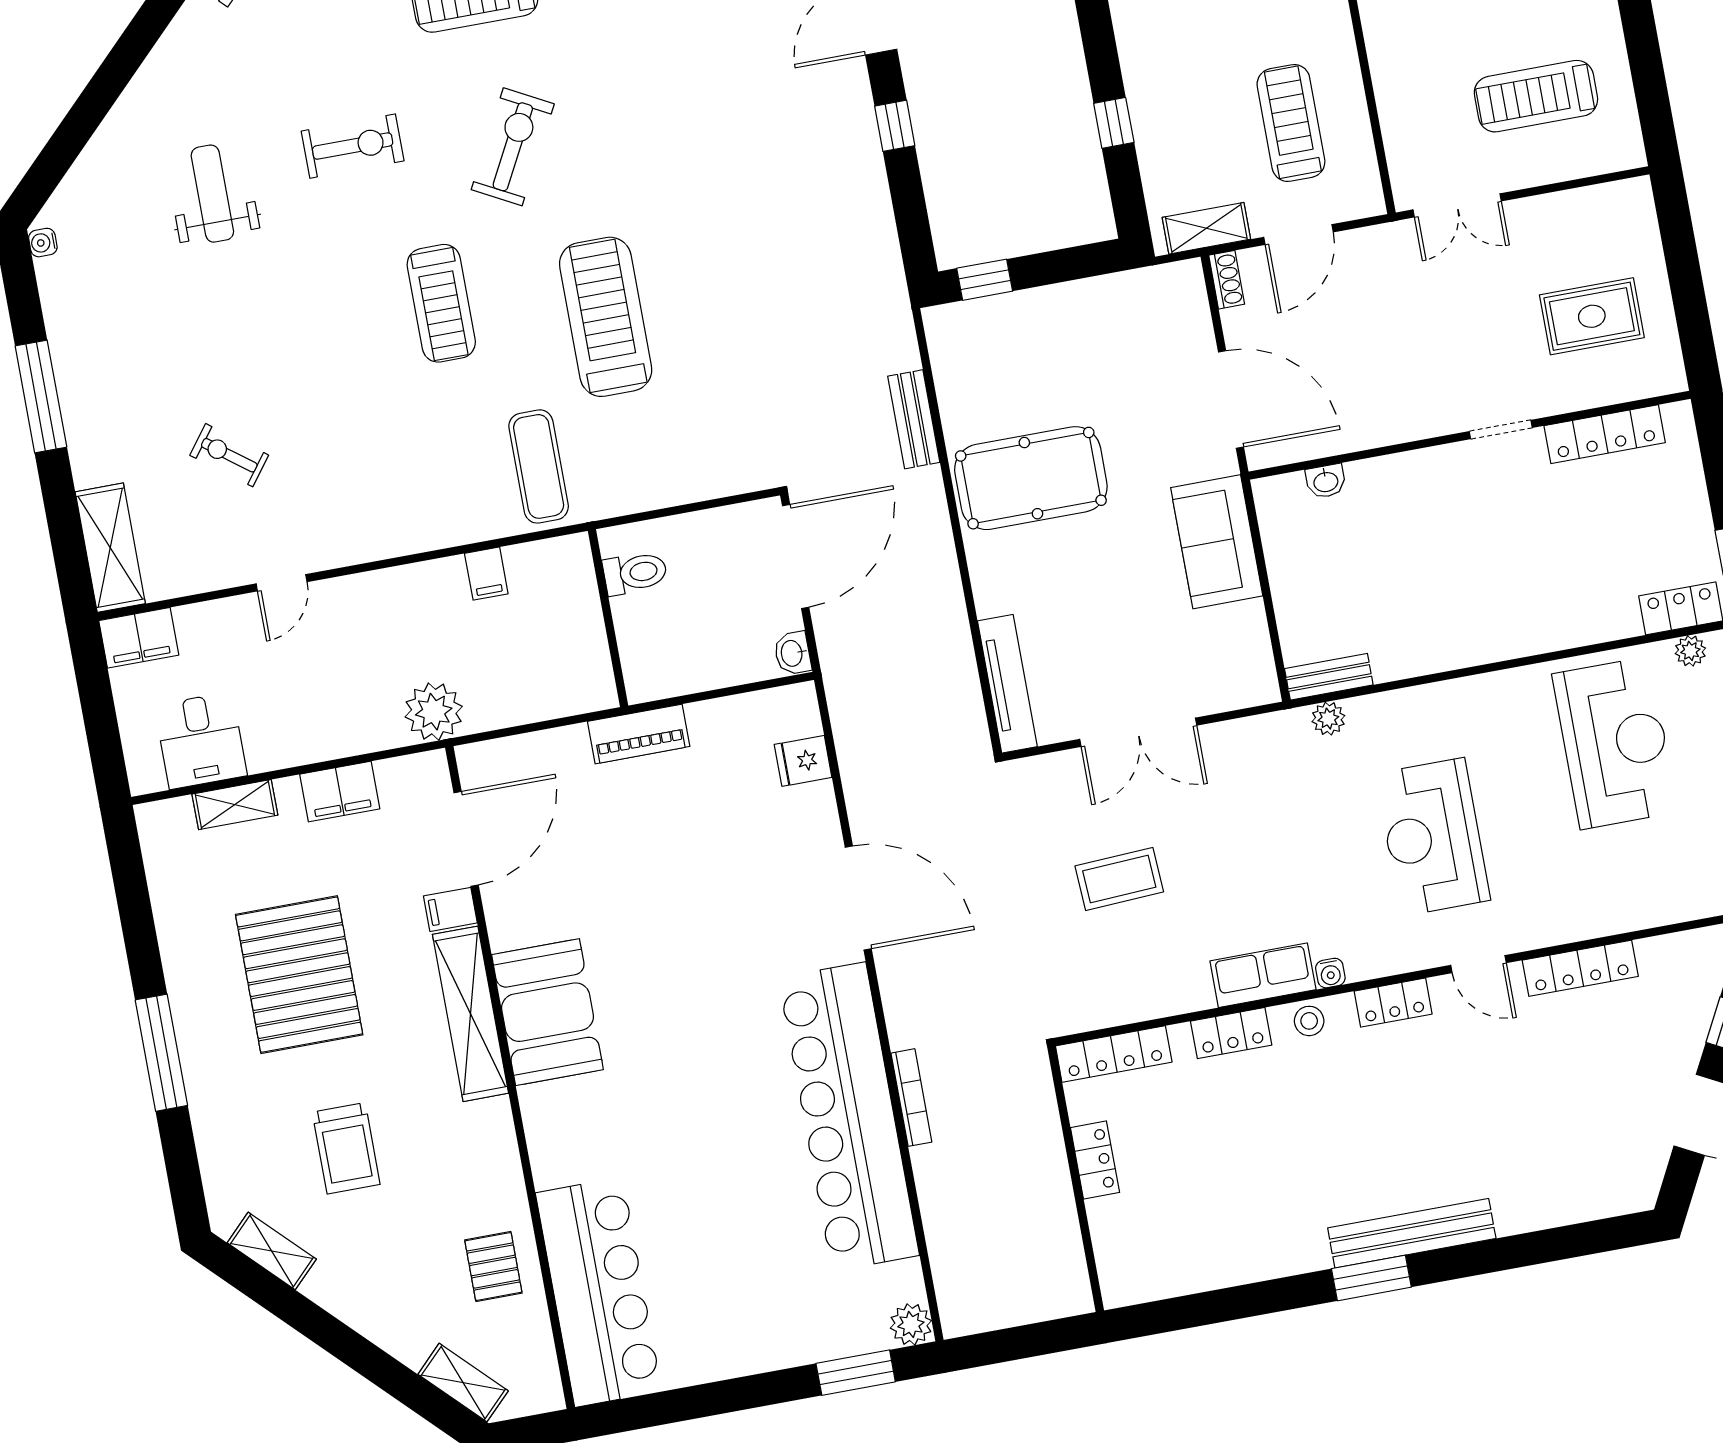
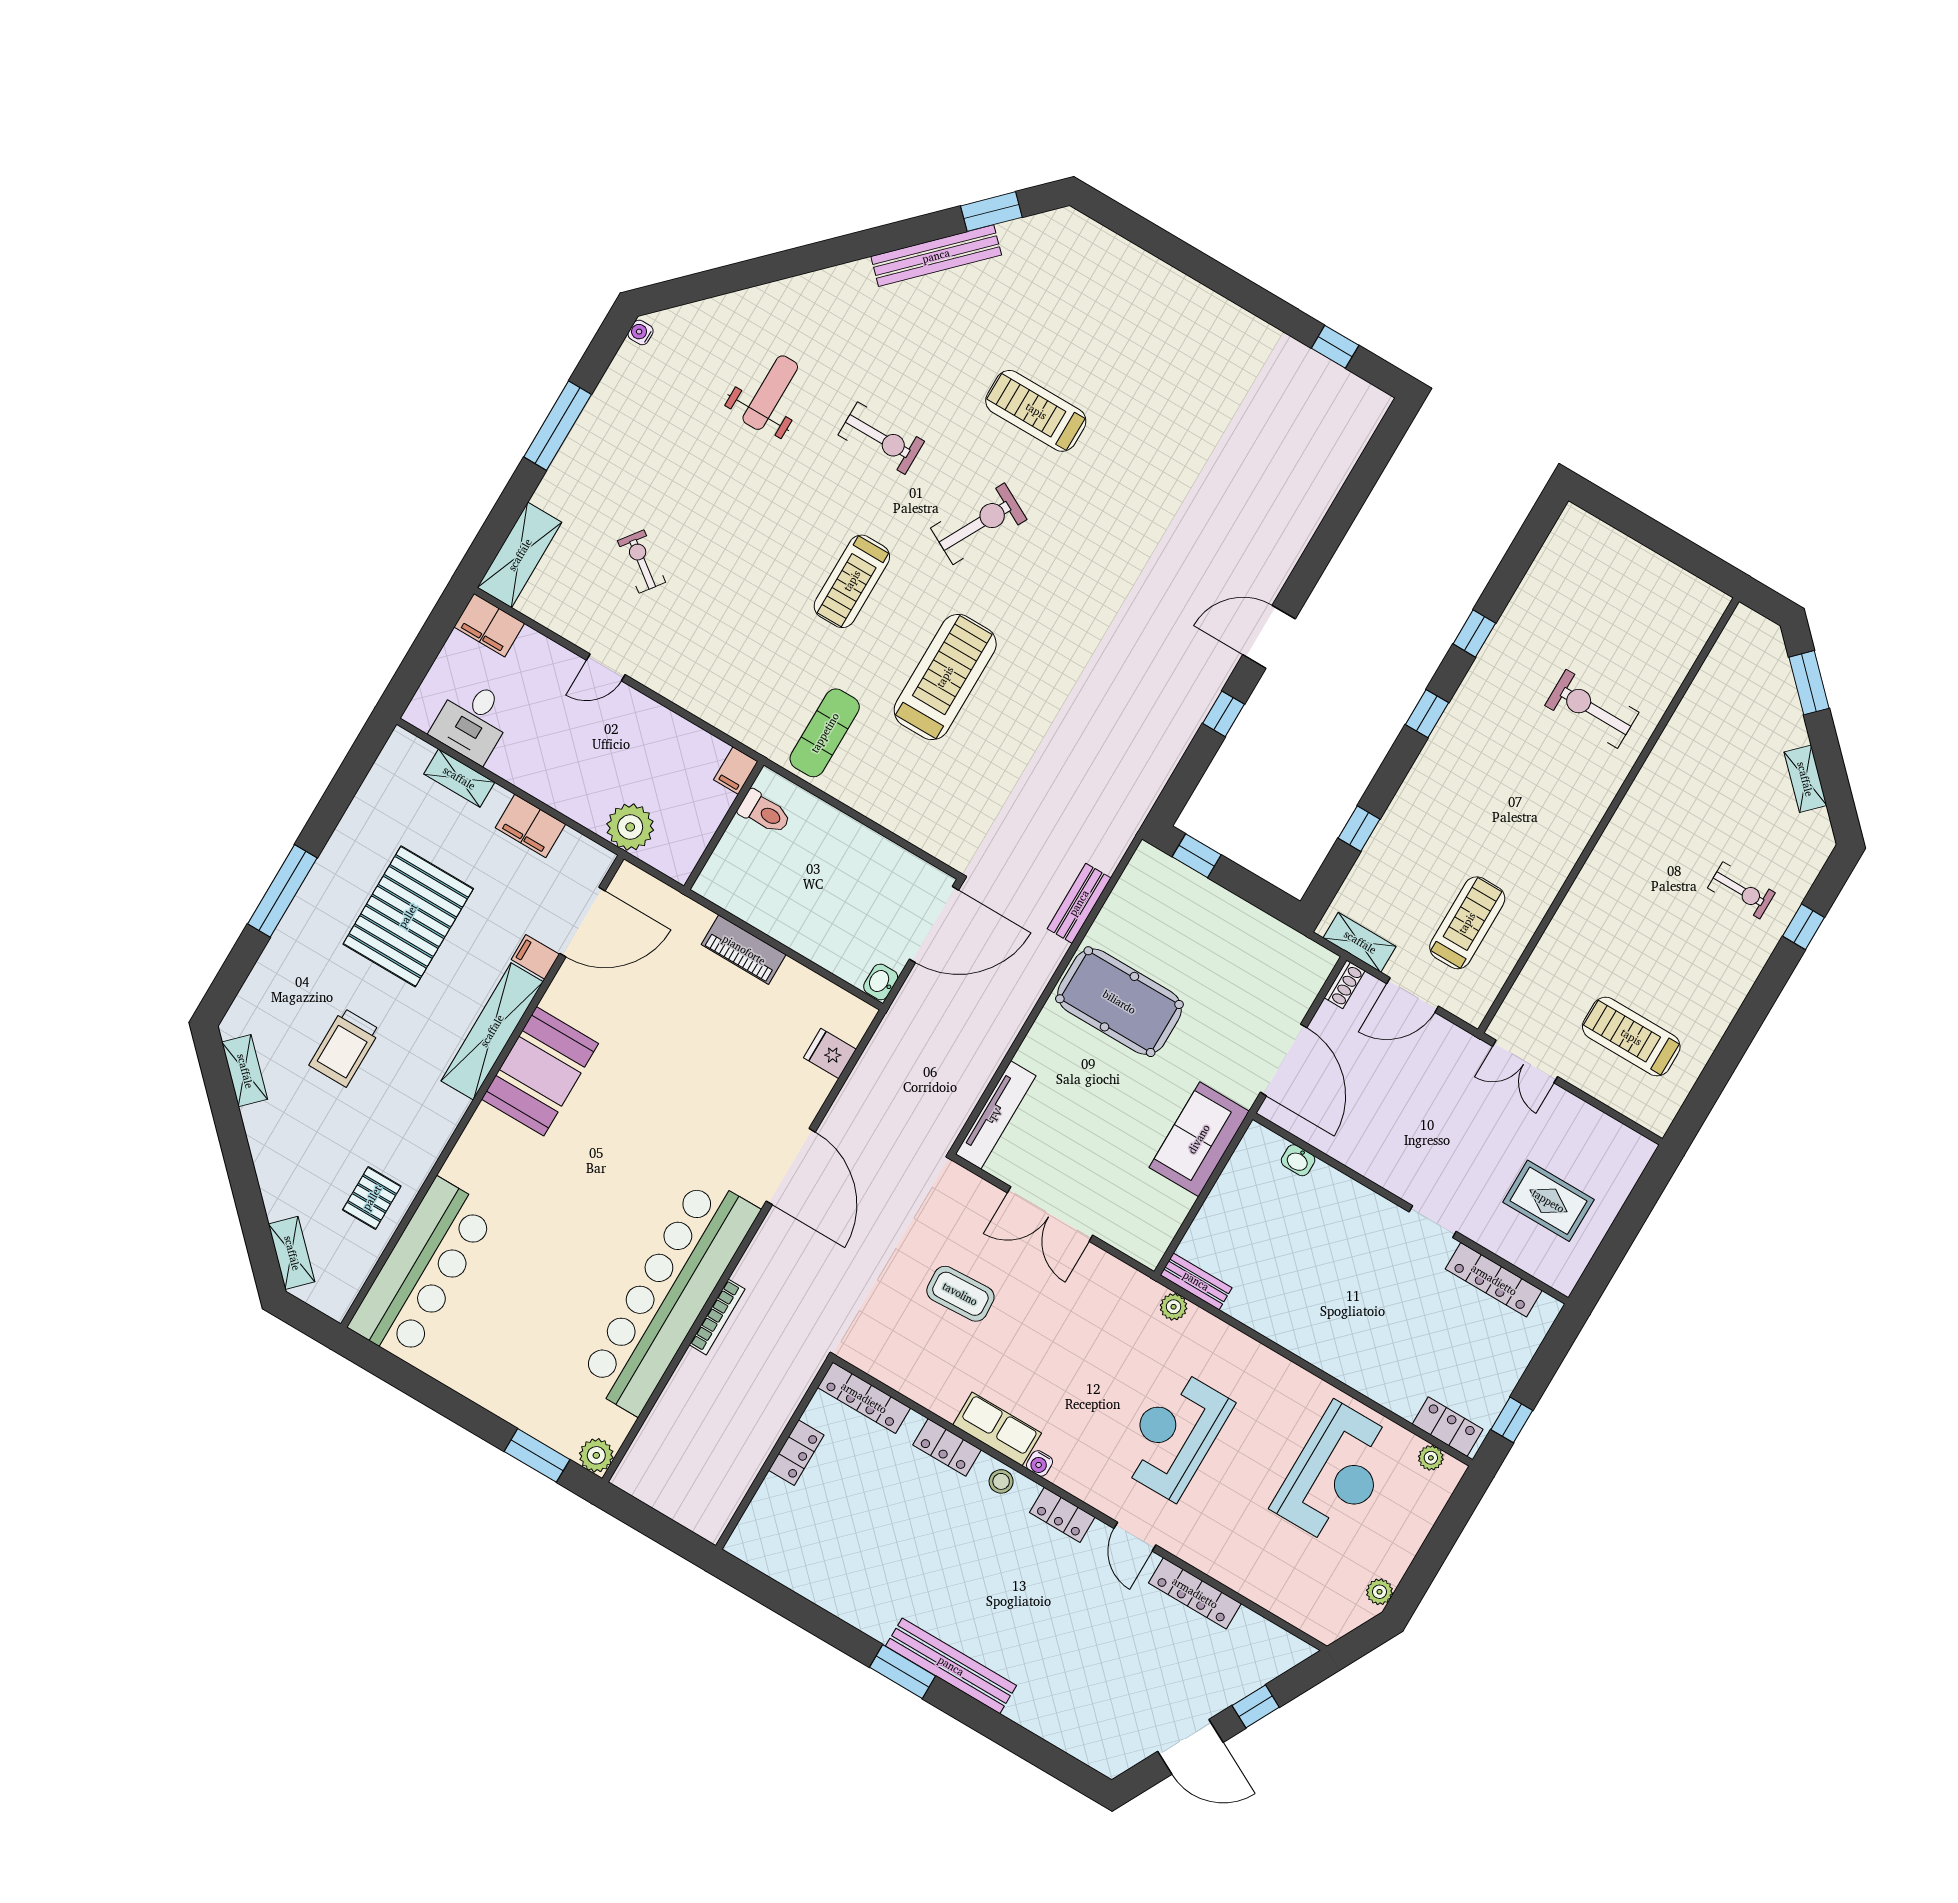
toilet: (635, 573) -> (765, 812), moved
wall: (608, 618) -> (724, 826), moved

